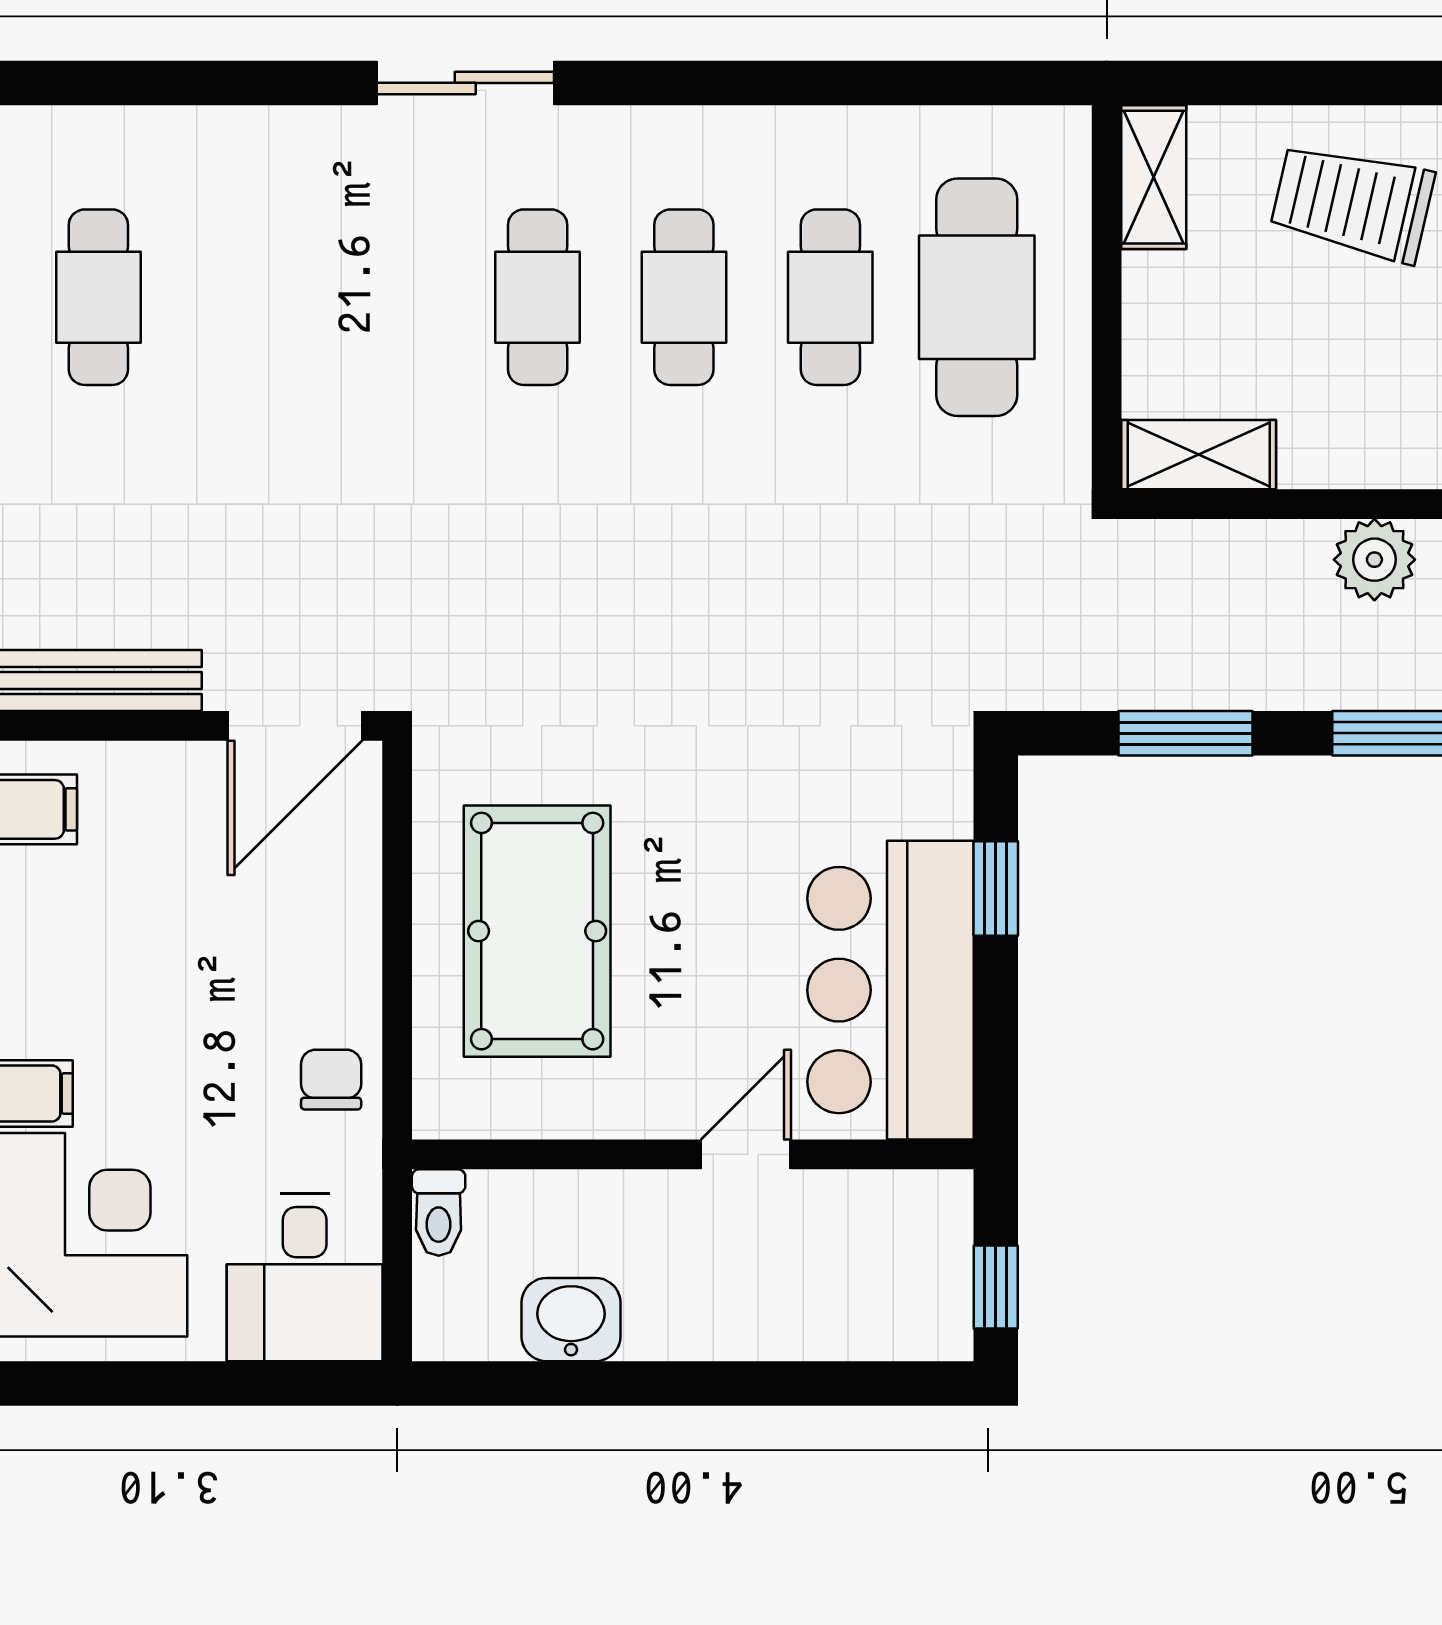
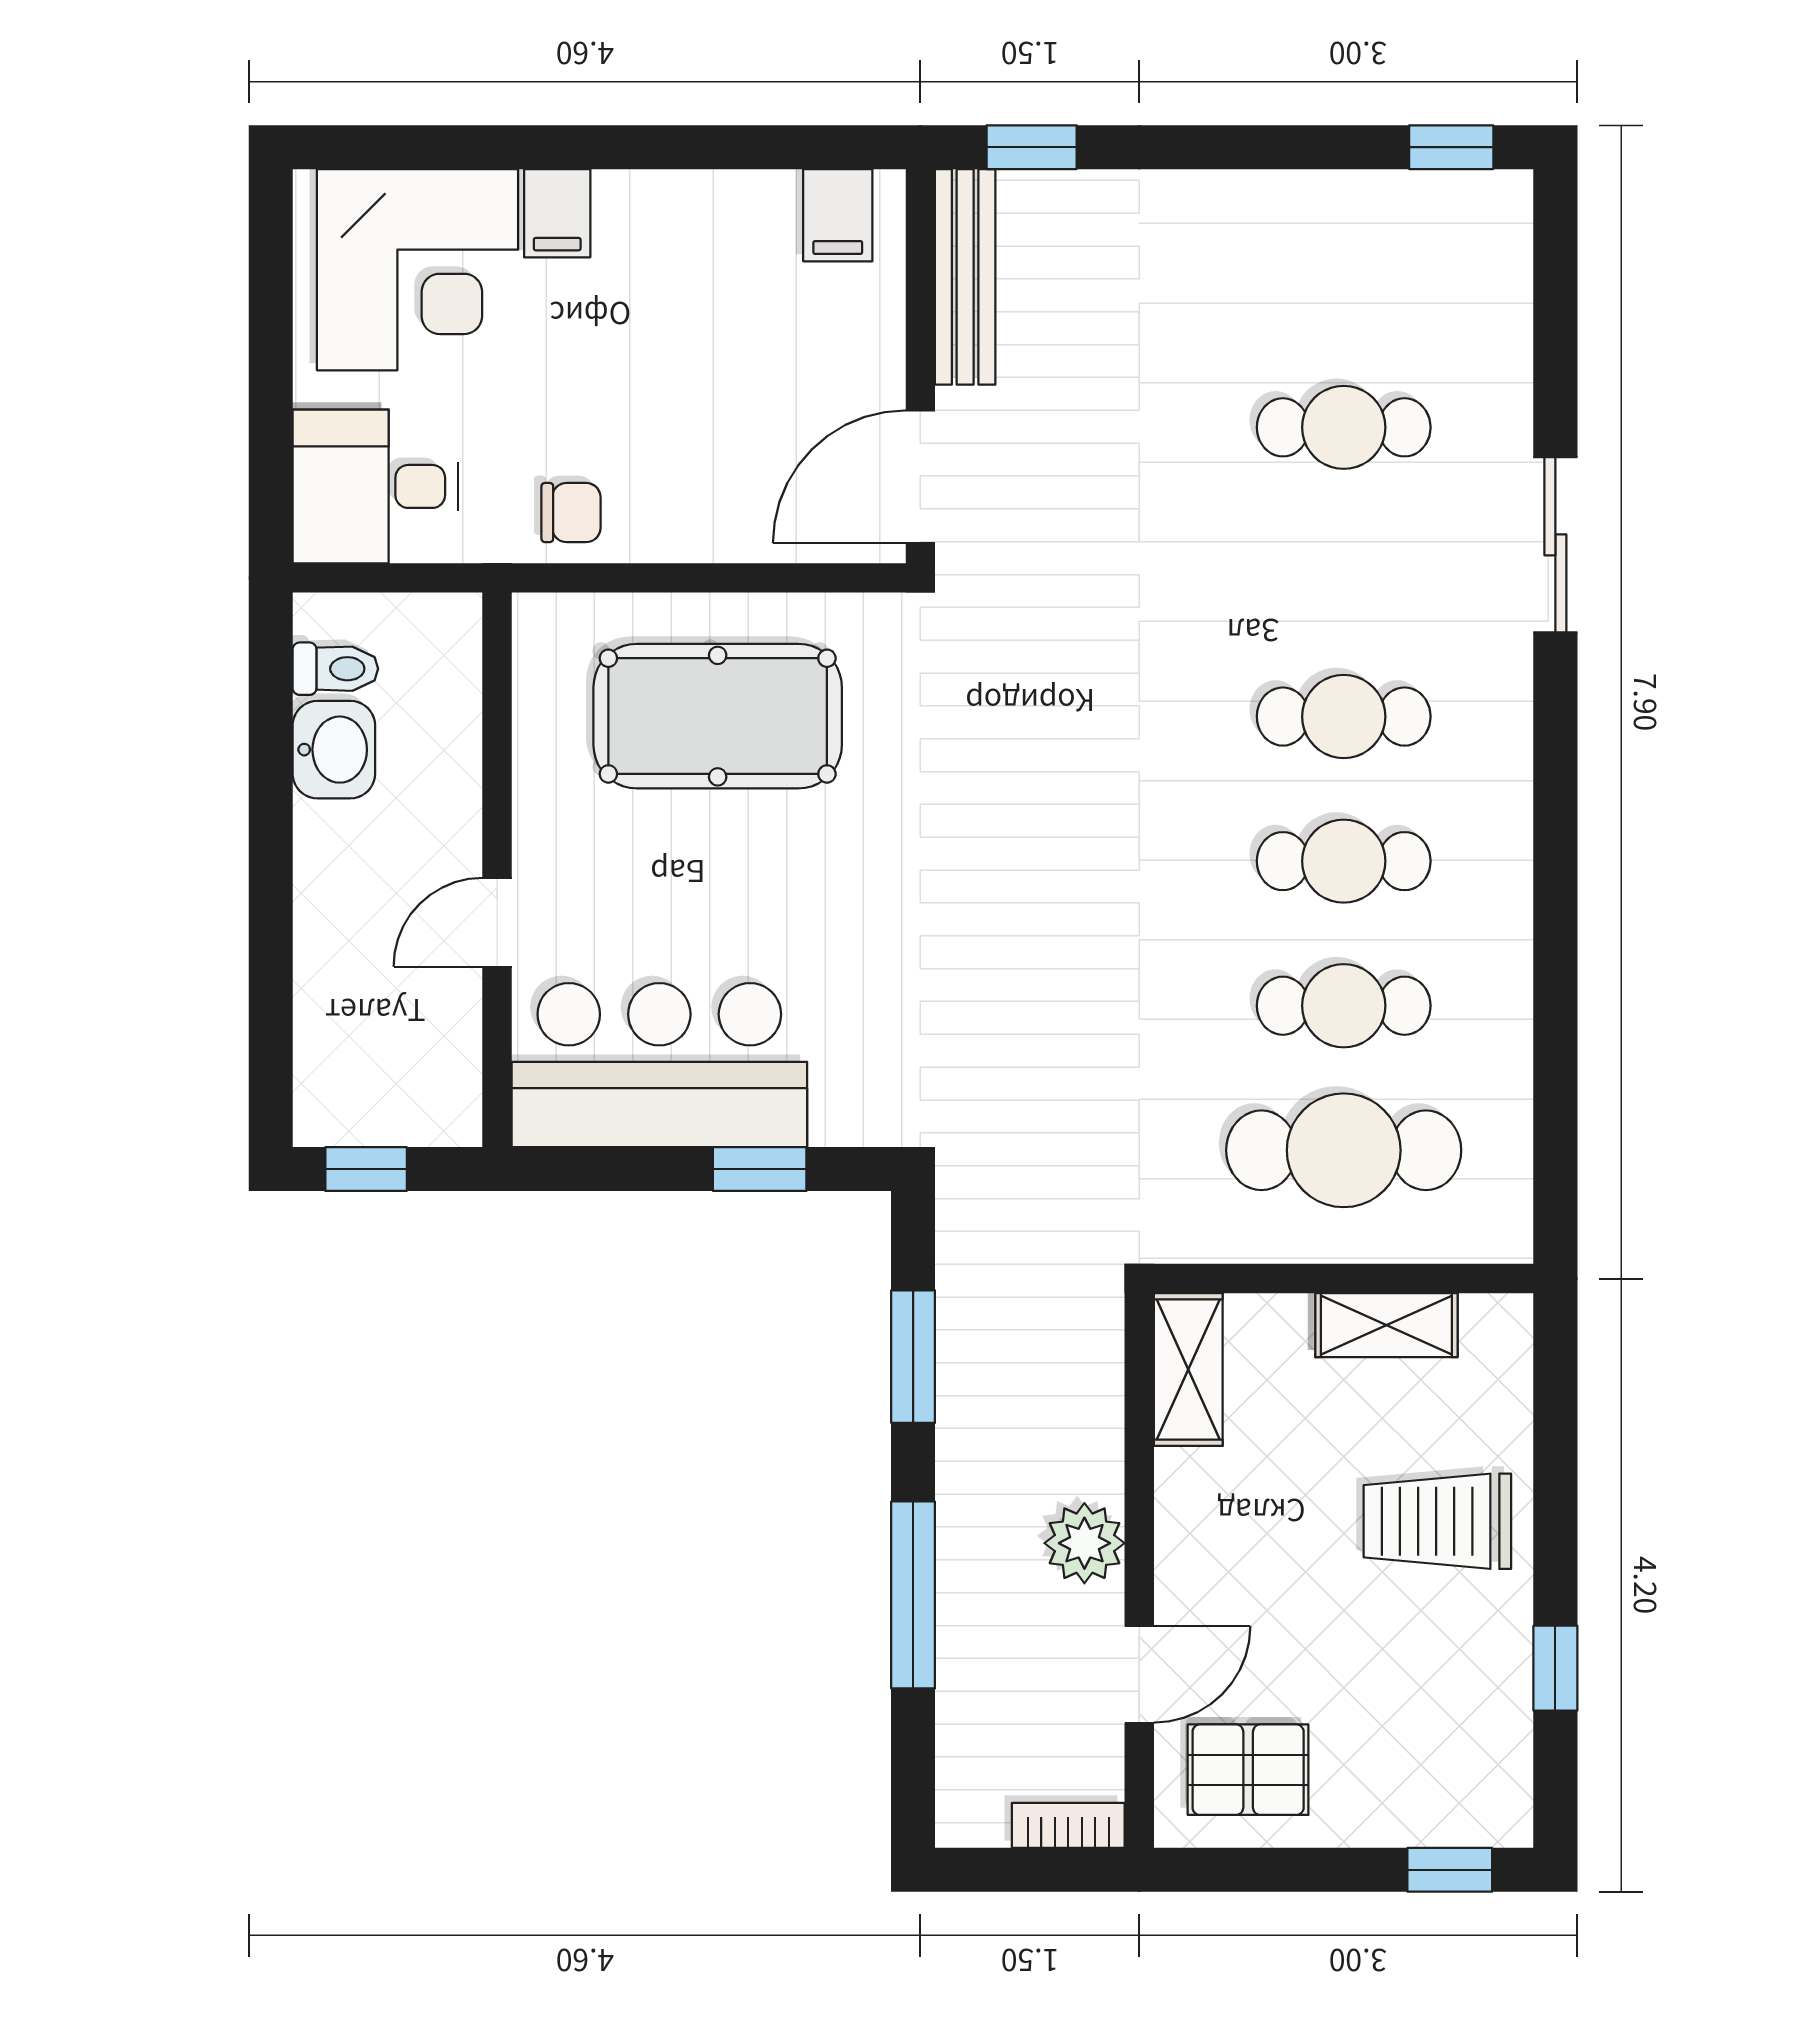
sliding door: (465, 83) -> (1555, 545), moved
shelving: (1154, 177) -> (1386, 1325), moved
trolley: (1352, 202) -> (1437, 1521), turned -103
cafe table: (98, 297) -> (1344, 427), moved
door: (295, 726) -> (920, 477), hinge flipped
door: (746, 1154) -> (497, 922), swing flipped
toilet: (439, 1212) -> (335, 669), moved, turned 180

